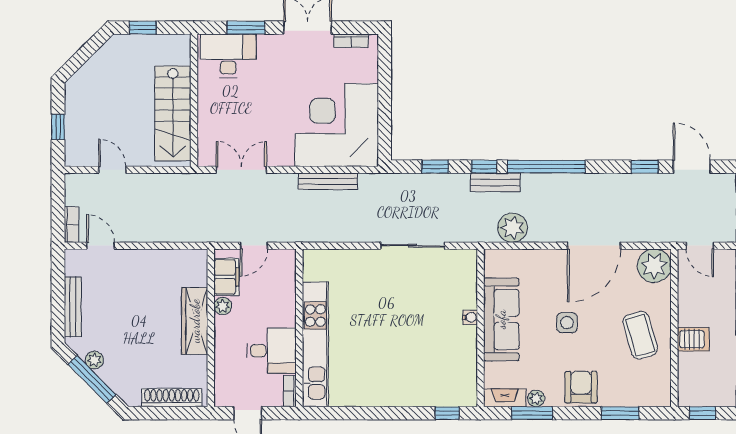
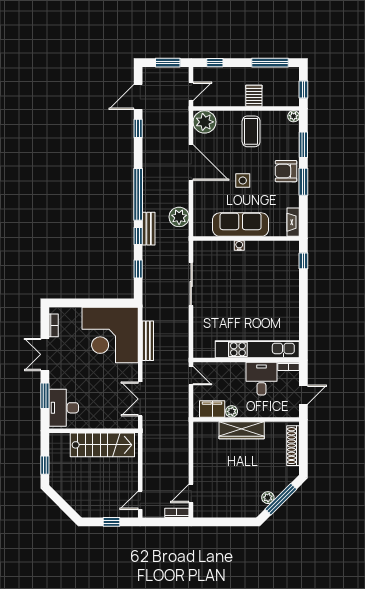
door: (112, 170) -> (140, 500), moved
door: (254, 246) -> (191, 376), moved
bench: (73, 307) -> (232, 512), removed
coffee table: (640, 335) -> (251, 131), turned -74
plant: (536, 398) -> (294, 116), moved
window: (532, 413) -> (303, 182), moved

